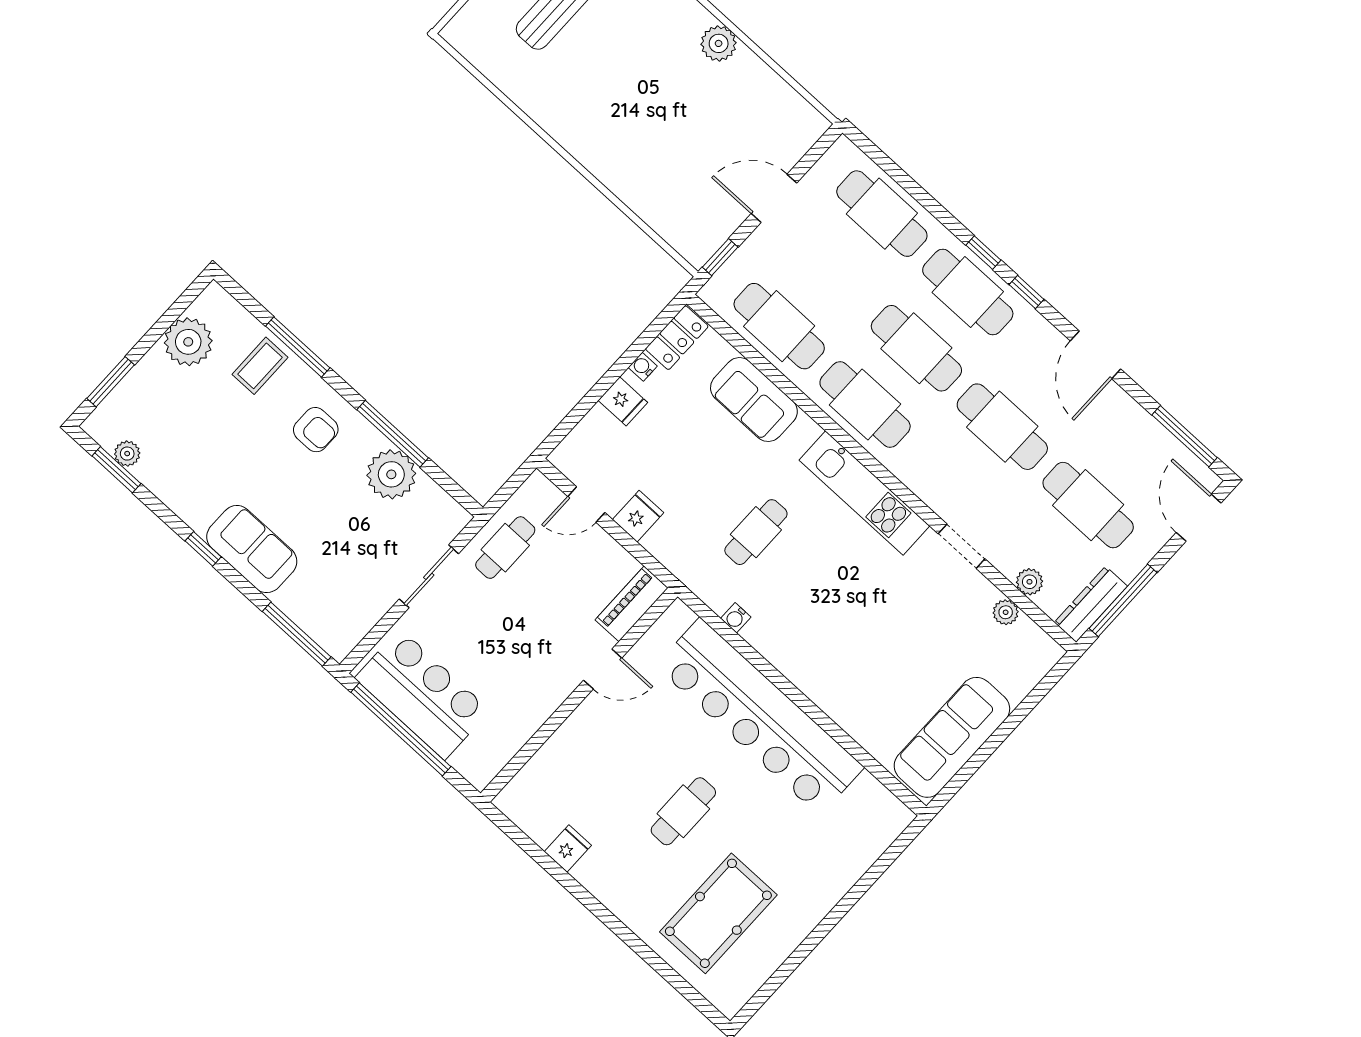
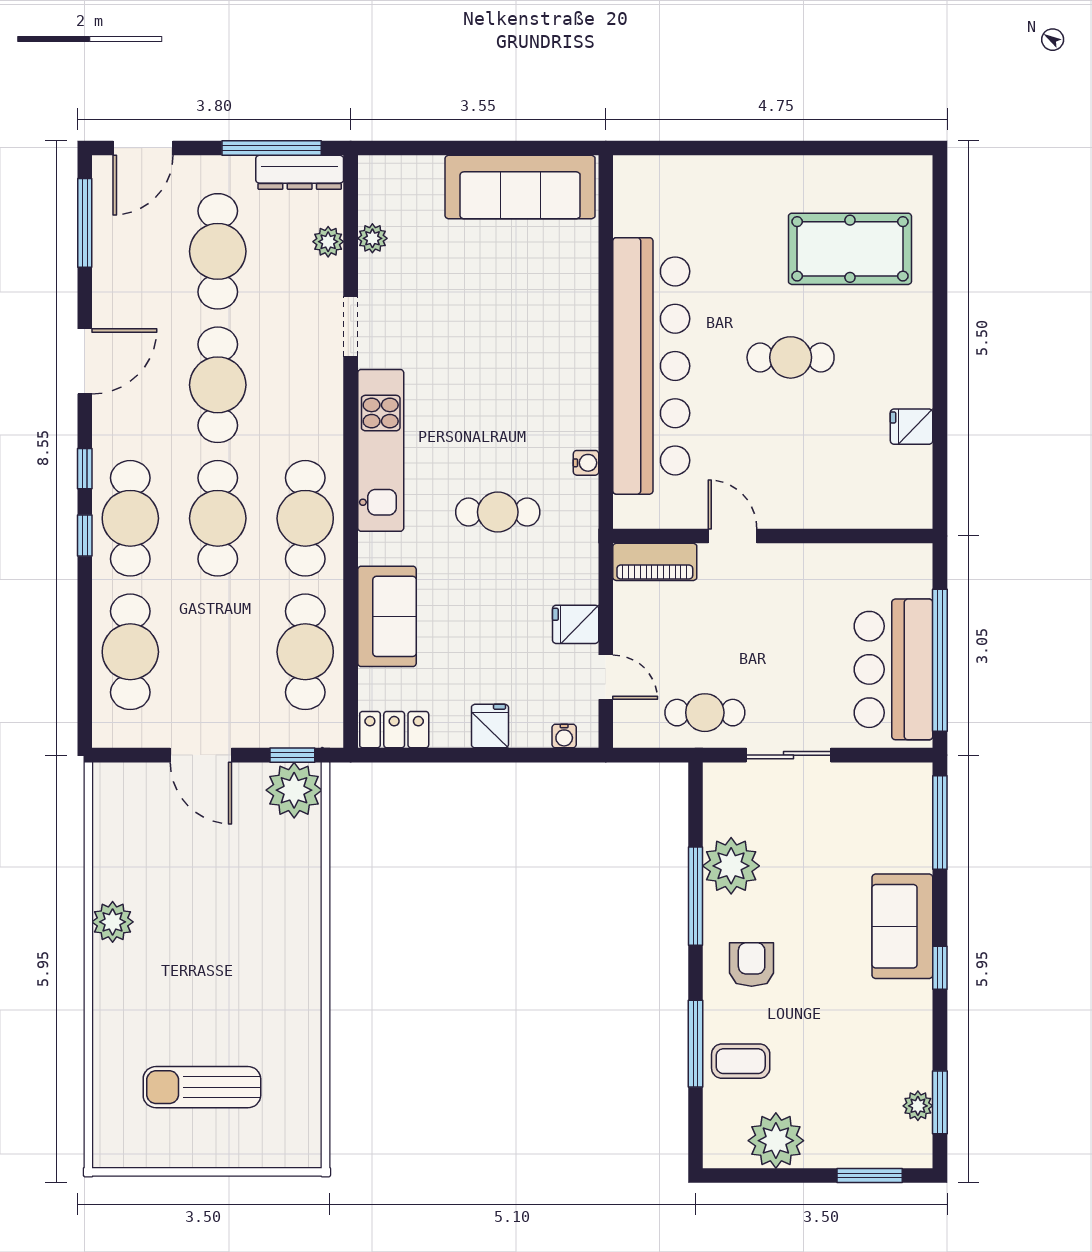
plant: (697, 238) -> (294, 790), added
water cooler: (643, 367) -> (564, 736), moved

